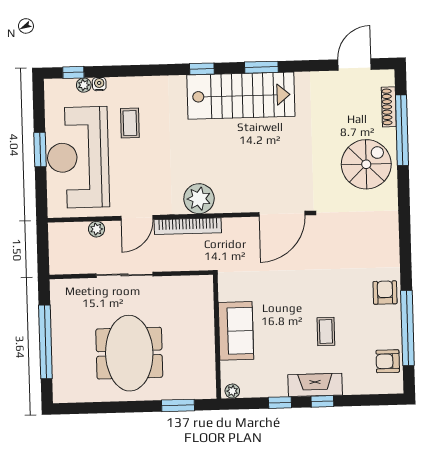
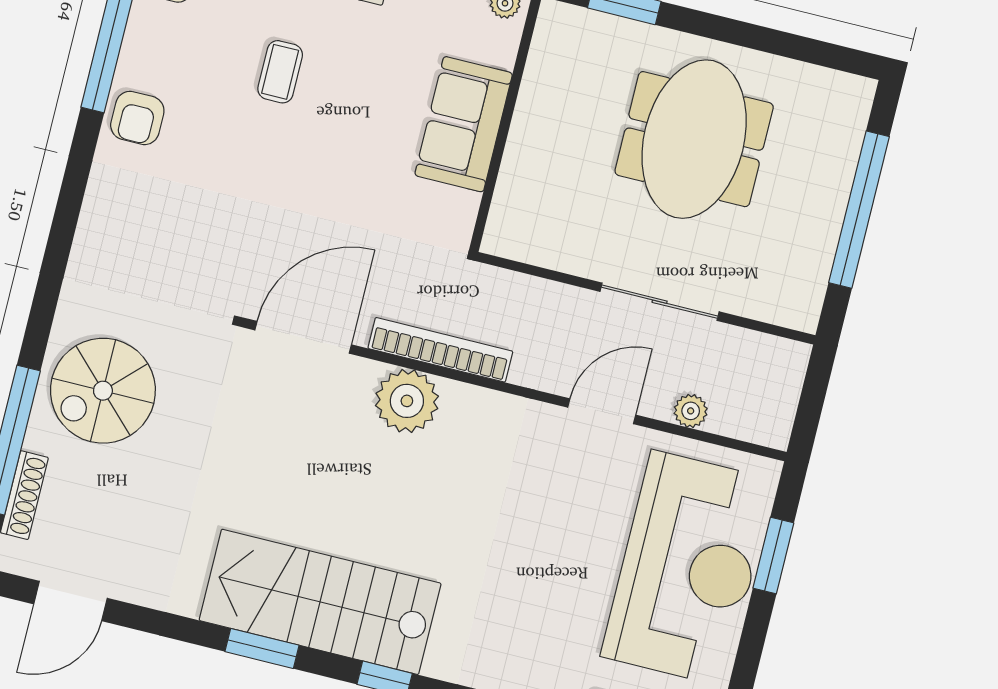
coffee table: (130, 123) -> (562, 609), removed
window: (40, 150) -> (773, 556), moved
plant: (199, 199) -> (407, 401), moved
bookcase: (188, 226) -> (440, 350), moved

